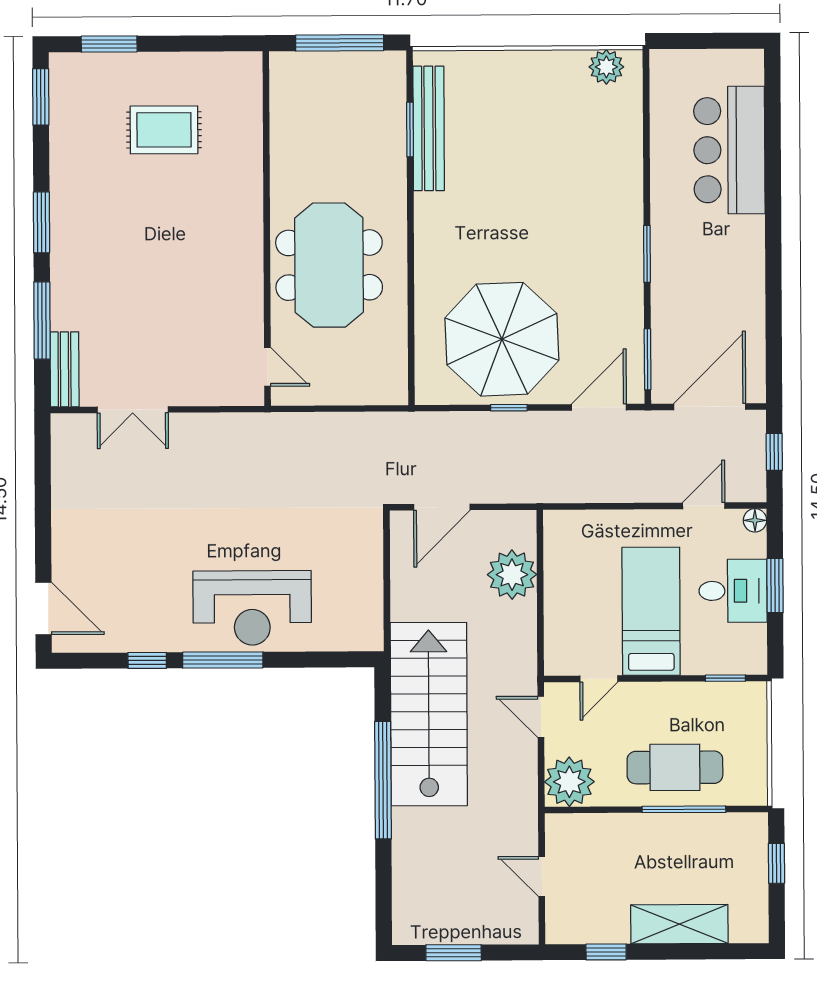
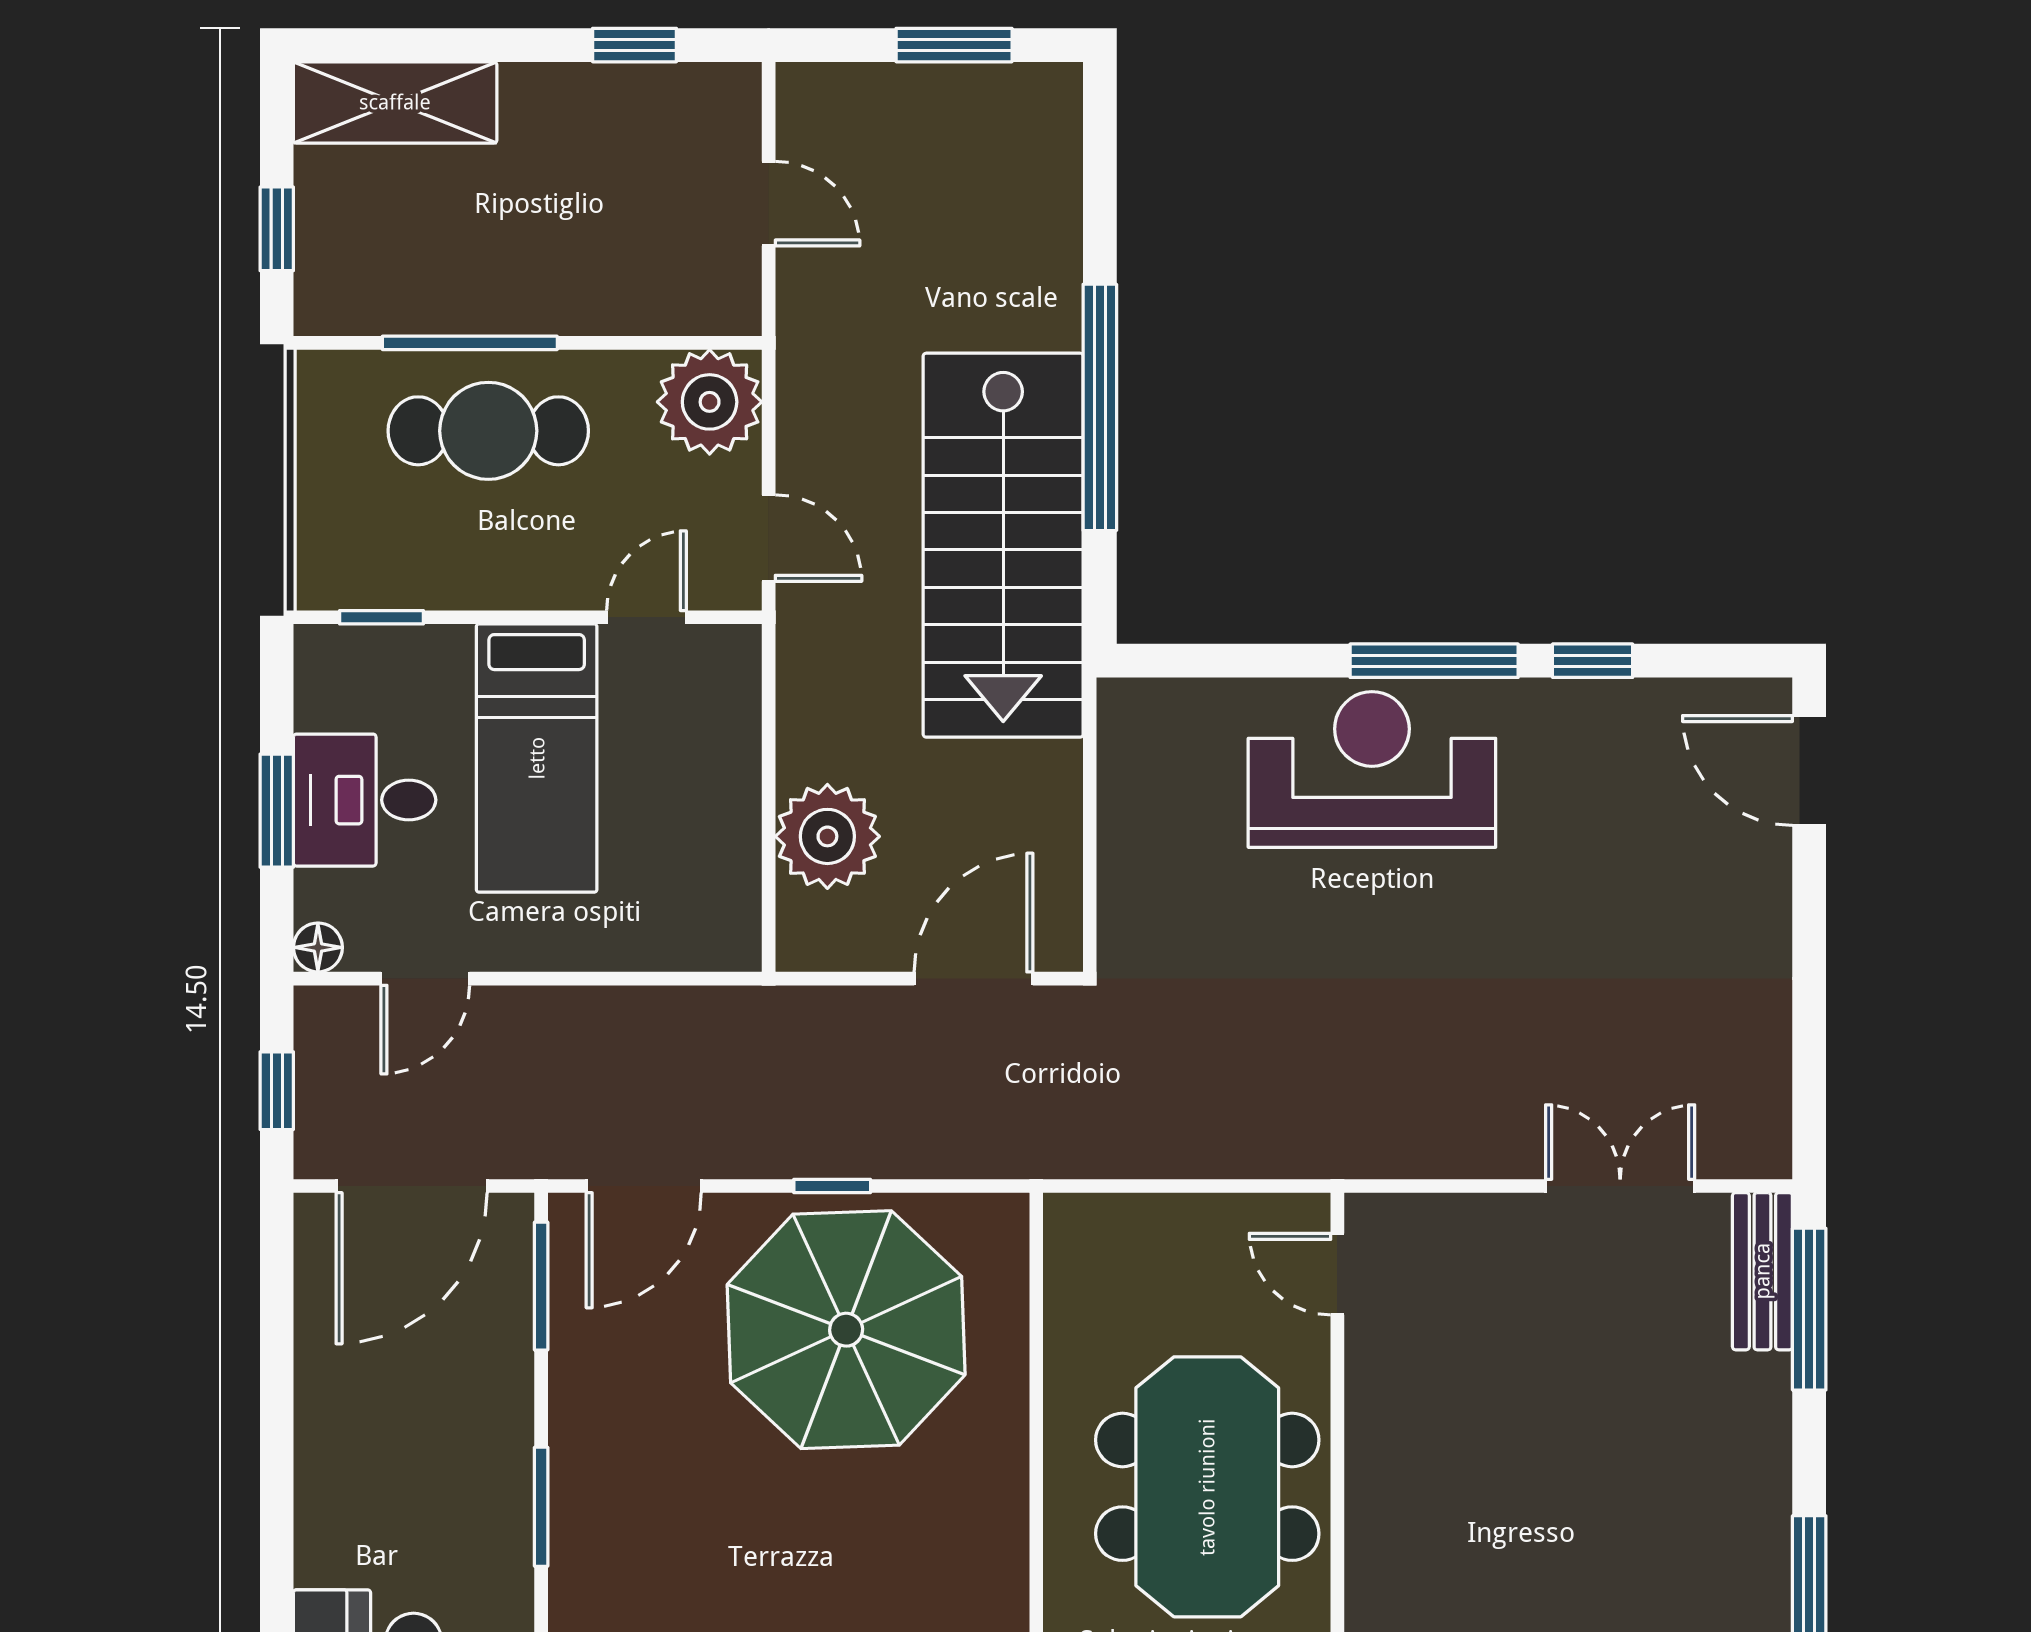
window: (42, 320) -> (1809, 1309), moved
shelving: (679, 924) -> (395, 102), moved

